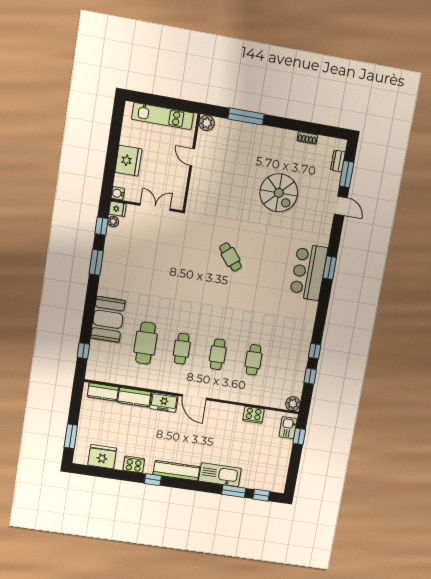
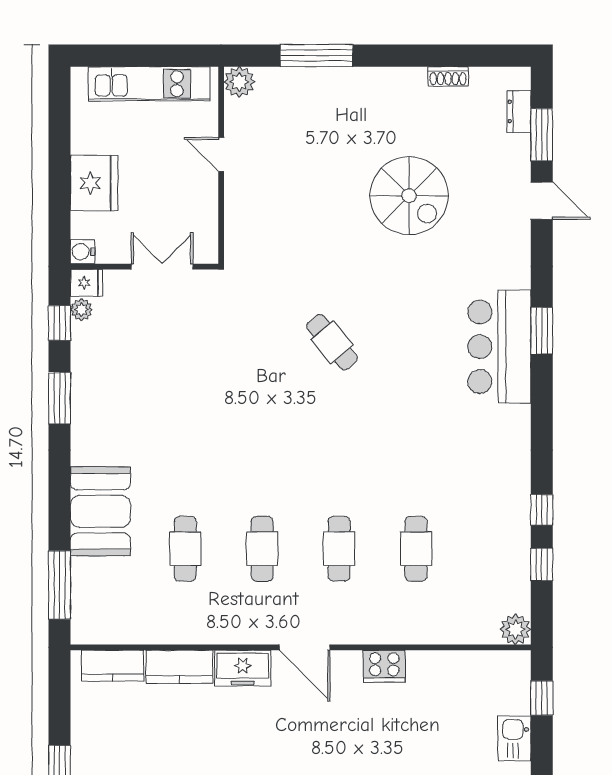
cafe table: (146, 343) -> (185, 549), width x0.73, depth x0.74
window: (83, 351) -> (60, 585), width x2.17
cooker: (253, 415) -> (384, 666), moved
kitchen sink: (288, 428) -> (514, 738), moved

